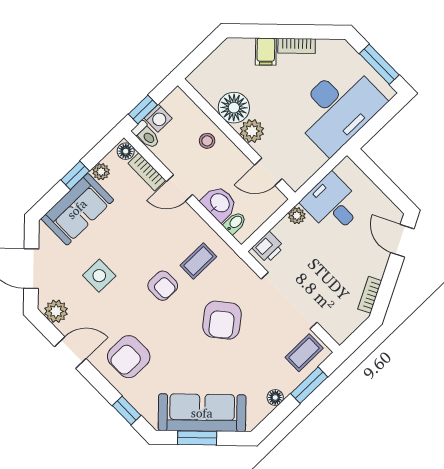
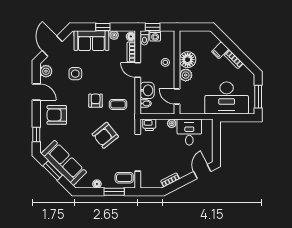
armchair: (163, 286) -> (96, 101), turned 180

